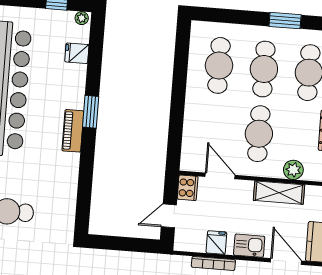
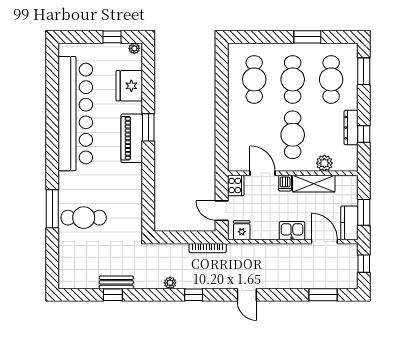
fridge: (77, 53) -> (129, 86), width x1.88, depth x1.34
piano: (73, 131) -> (132, 138), width x1.37, depth x1.33
dishwasher: (246, 189) -> (285, 183), added
door: (169, 216) -> (222, 211), hinge flipped
fridge: (216, 243) -> (242, 230), moved
bookcase: (213, 263) -> (208, 248), moved

